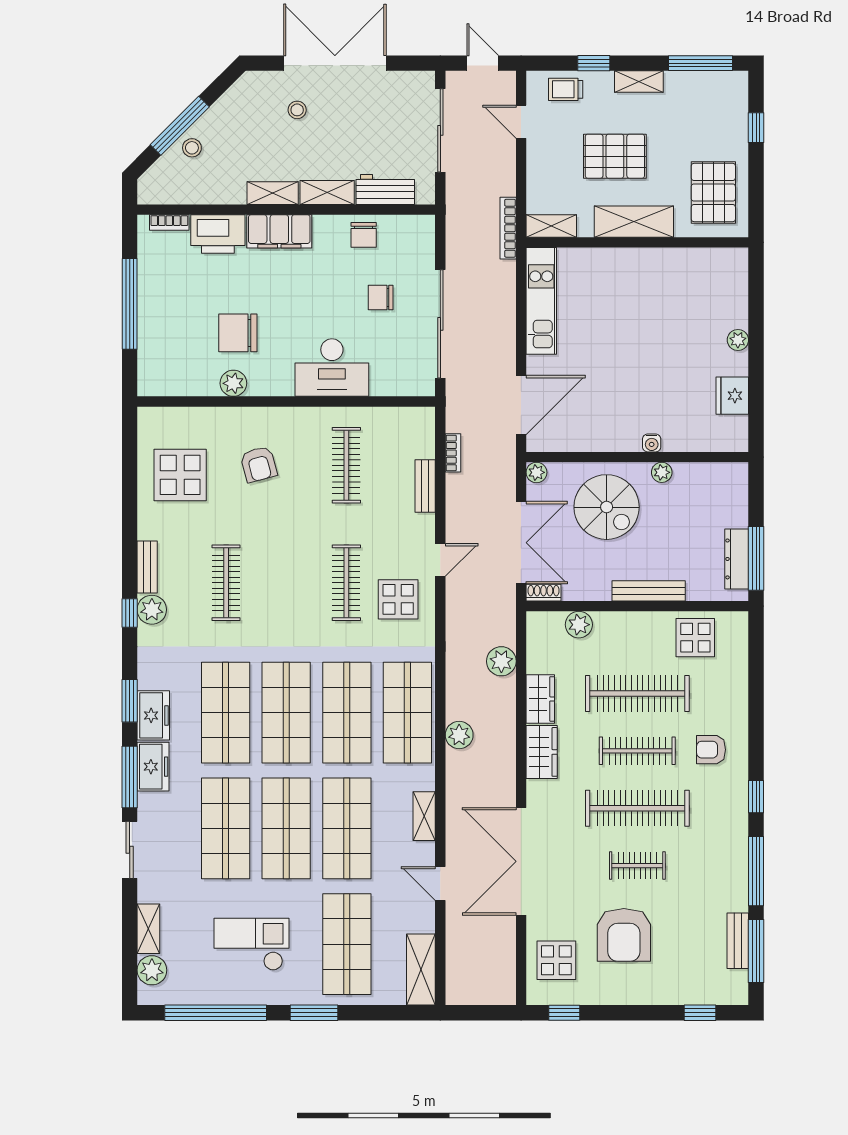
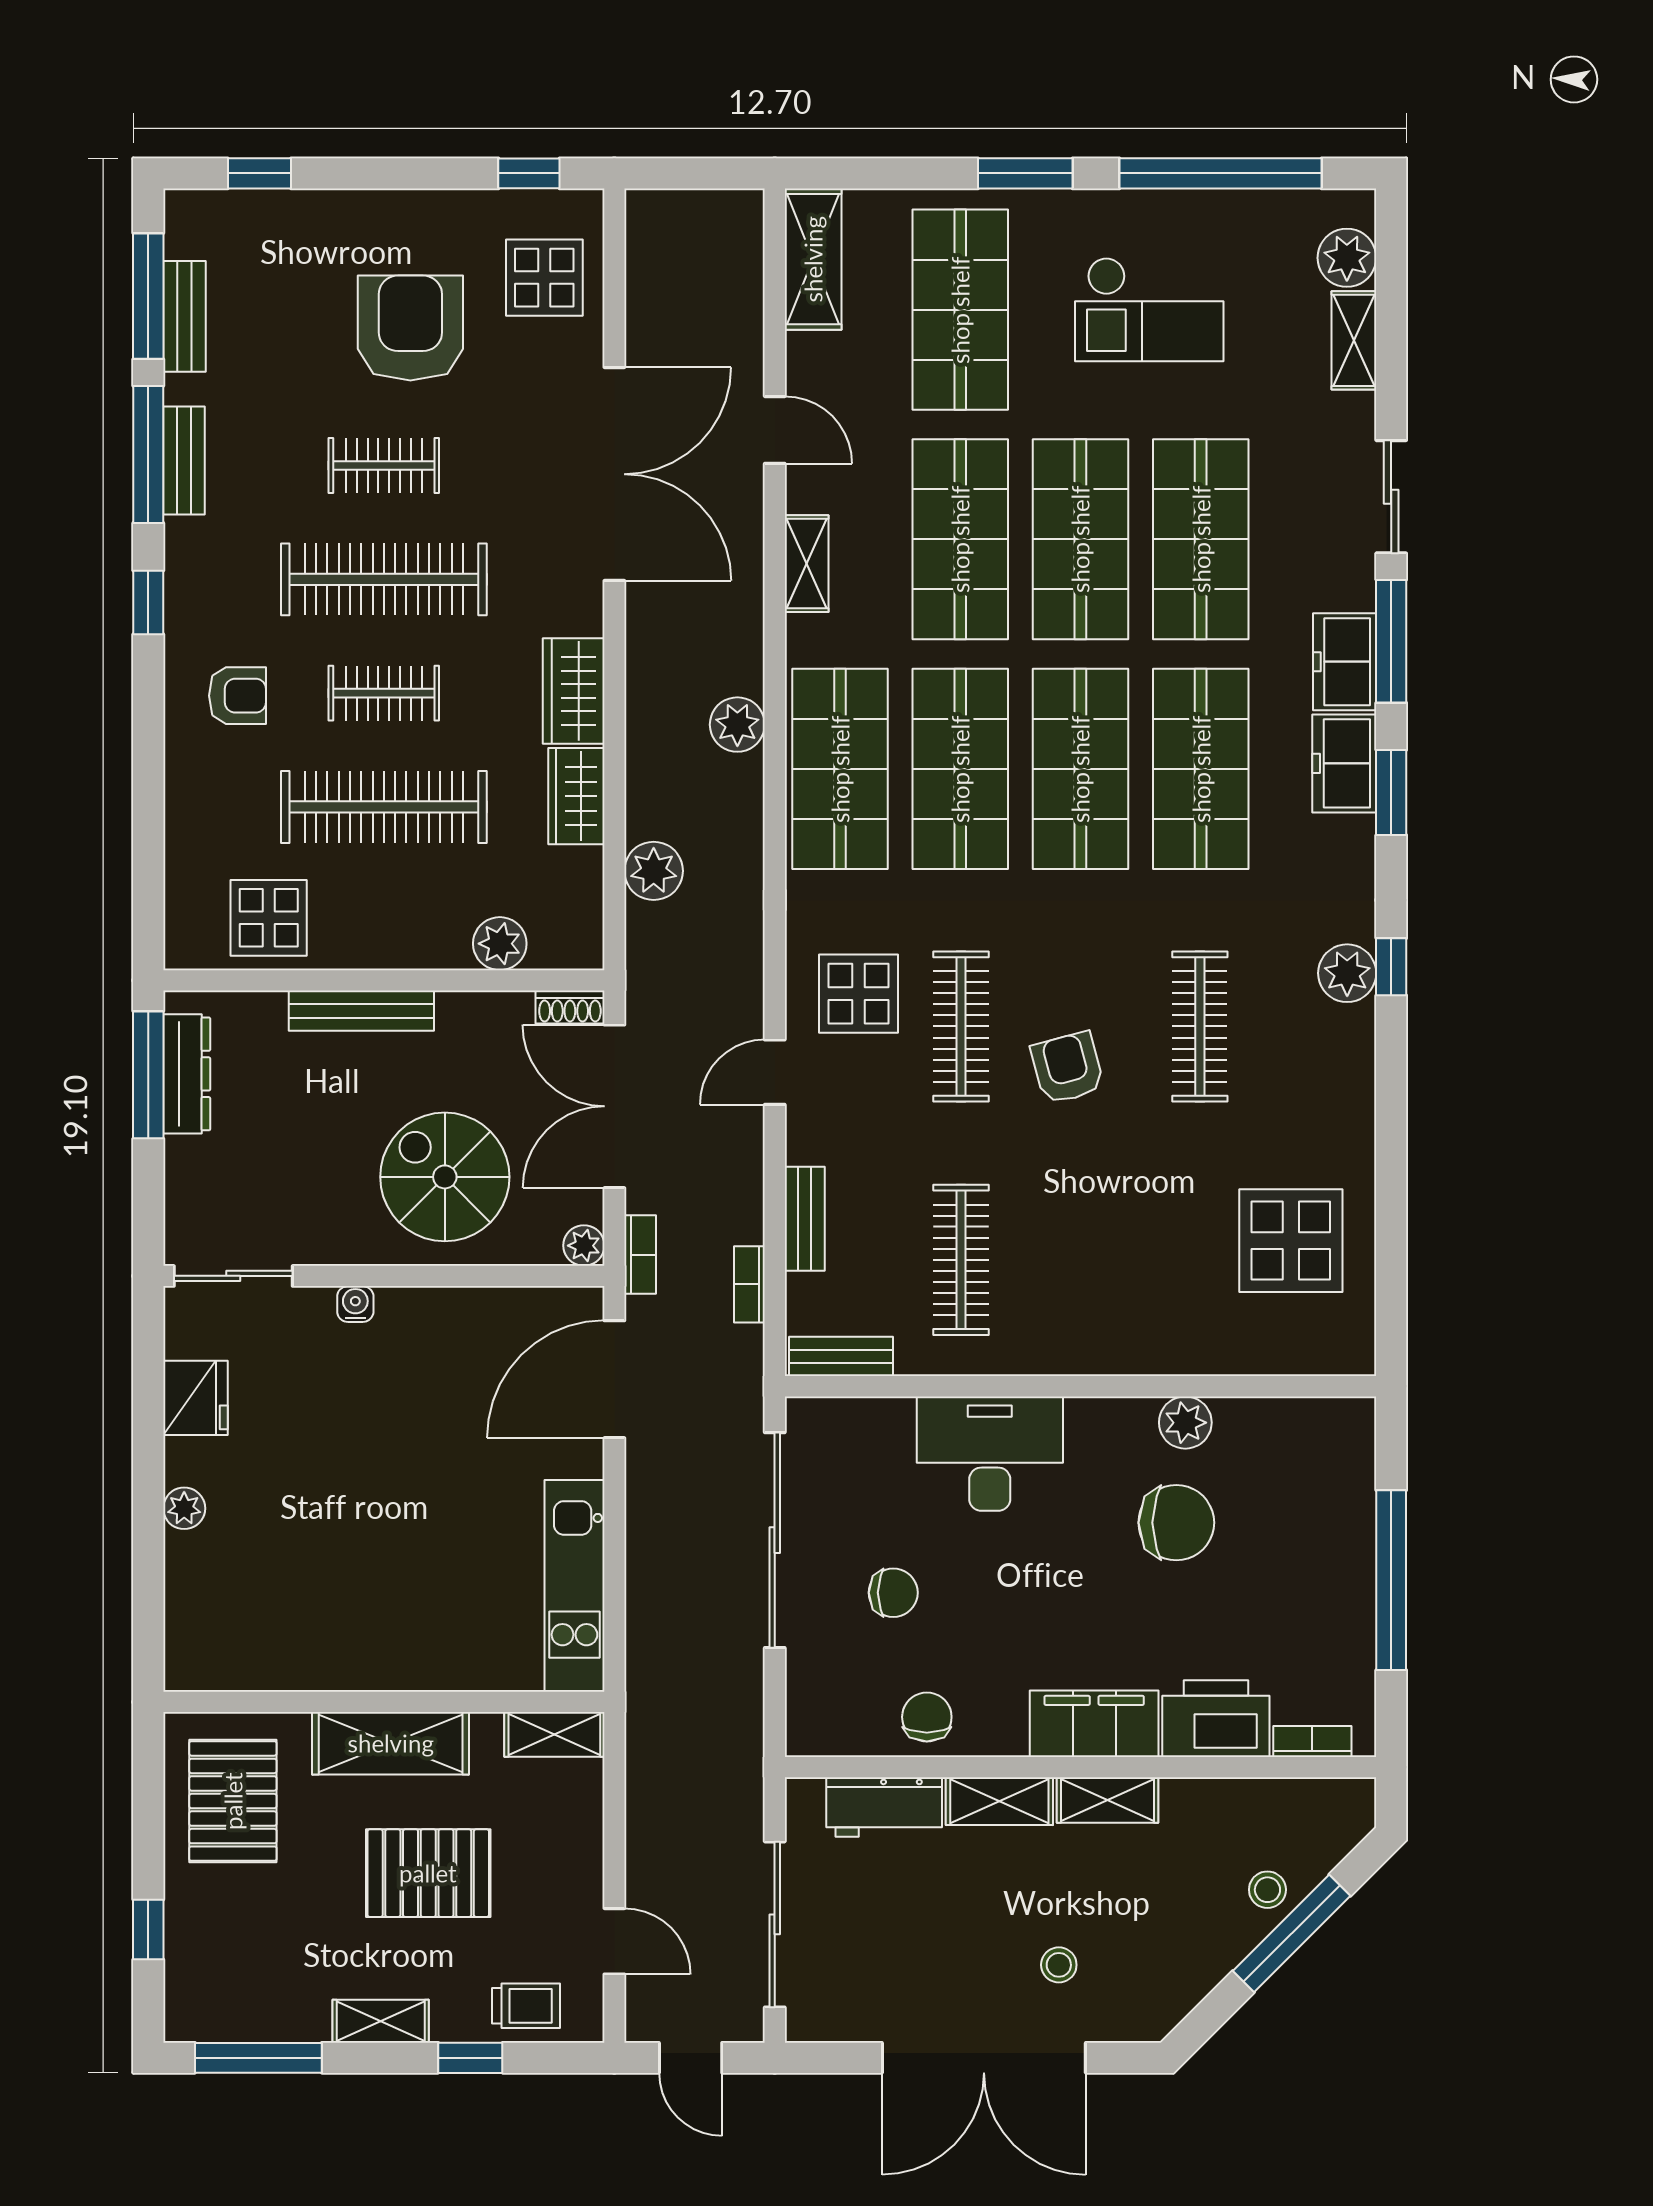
bookcase: (508, 228) -> (640, 1255), moved, width x0.64
sliding door: (713, 457) -> (233, 1276), added
armchair: (259, 464) -> (1067, 1068), moved
plant: (662, 472) -> (335, 1246), removed
bench: (147, 567) -> (841, 1356), moved, turned 90
clothes rail: (637, 751) -> (384, 693), width x0.73
bench: (738, 868) -> (184, 460), added

